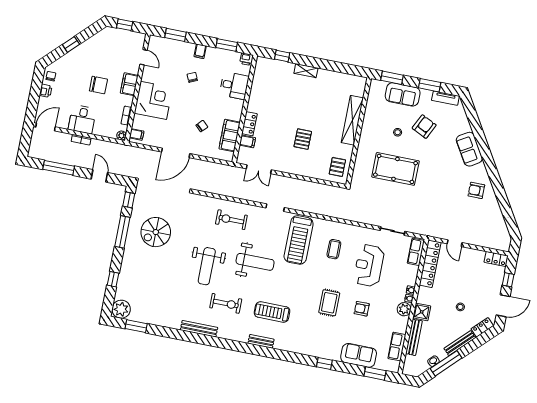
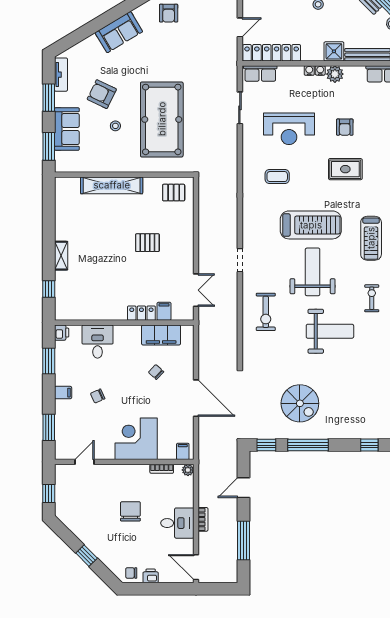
filing cabinet: (129, 84) -> (122, 473), removed
pool table: (395, 169) -> (162, 119), width x1.36, depth x1.32
treadmill: (299, 240) -> (311, 225), moved
exercise bike: (226, 303) -> (372, 298), width x0.73, depth x0.72

